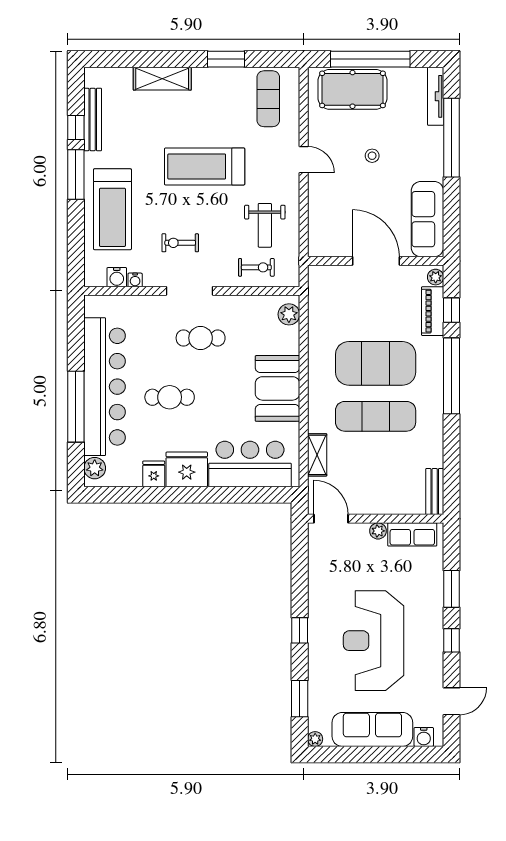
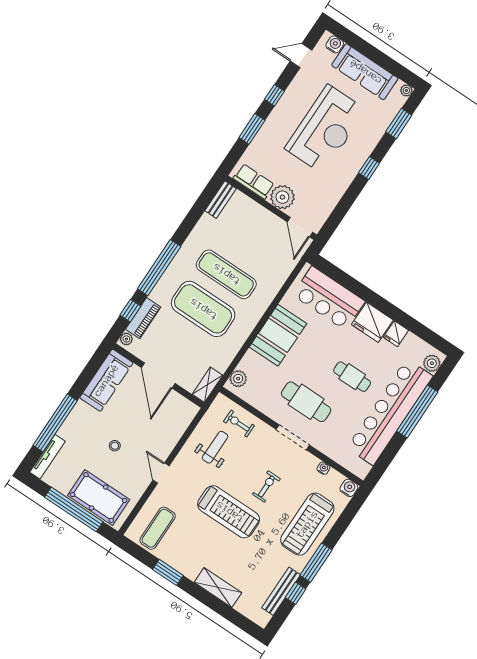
treadmill: (112, 209) -> (307, 524), turned 180
exercise bike: (180, 243) -> (266, 486), moved, turned -90
water cooler: (117, 277) -> (349, 488), moved
cafe table: (201, 338) -> (306, 402), width x1.37, depth x1.35
shelving: (317, 455) -> (207, 385), moved
plant: (378, 531) -> (282, 197), width x1.88, depth x1.88

